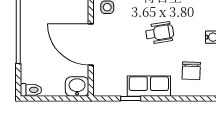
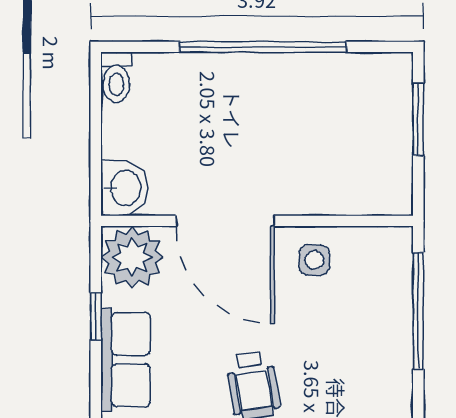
door: (91, 44) -> (225, 221), swing flipped
plant: (106, 83) -> (132, 257), added

